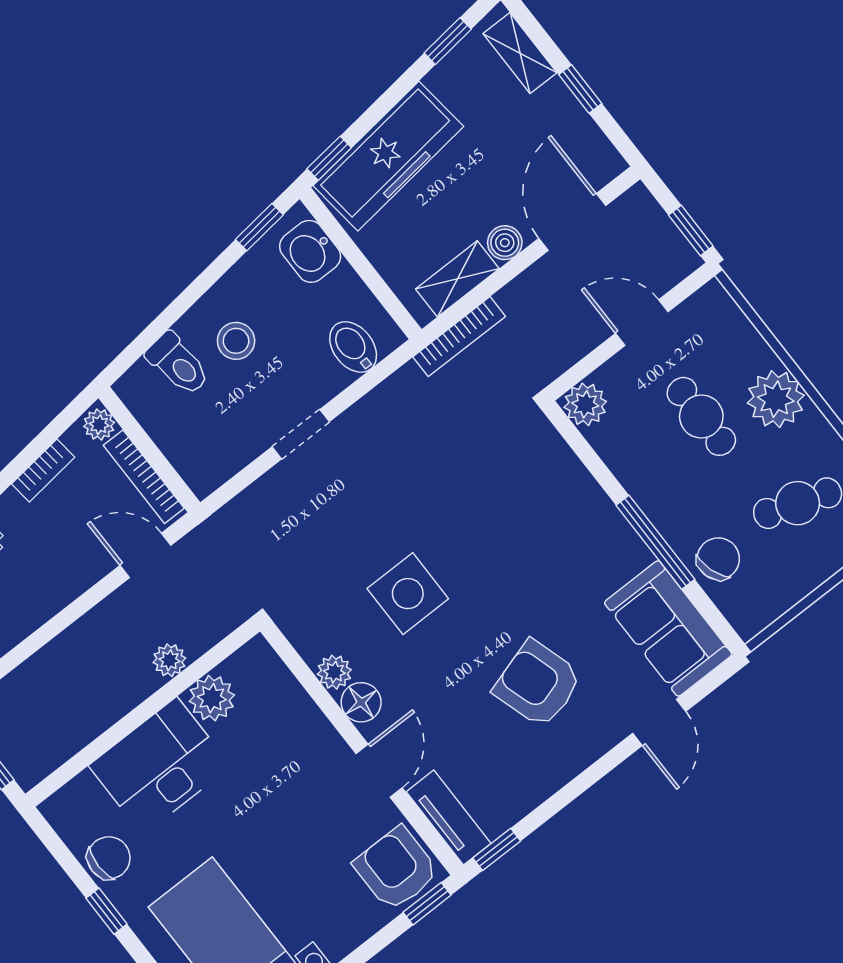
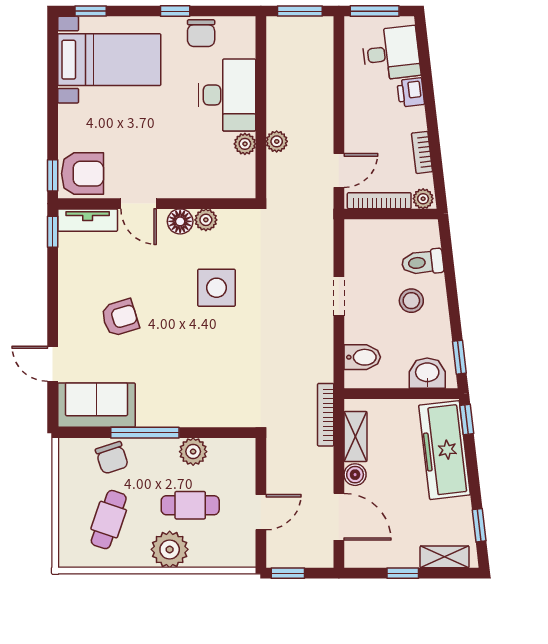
plant: (585, 404) -> (193, 452), moved
armchair: (538, 684) -> (120, 318), width x0.72, depth x0.72
plant: (212, 698) -> (245, 144), width x0.73, depth x0.73

